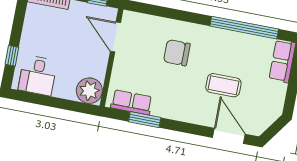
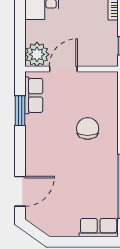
door: (115, 37) -> (63, 69), moved
coffee table: (223, 85) -> (66, 177), removed

